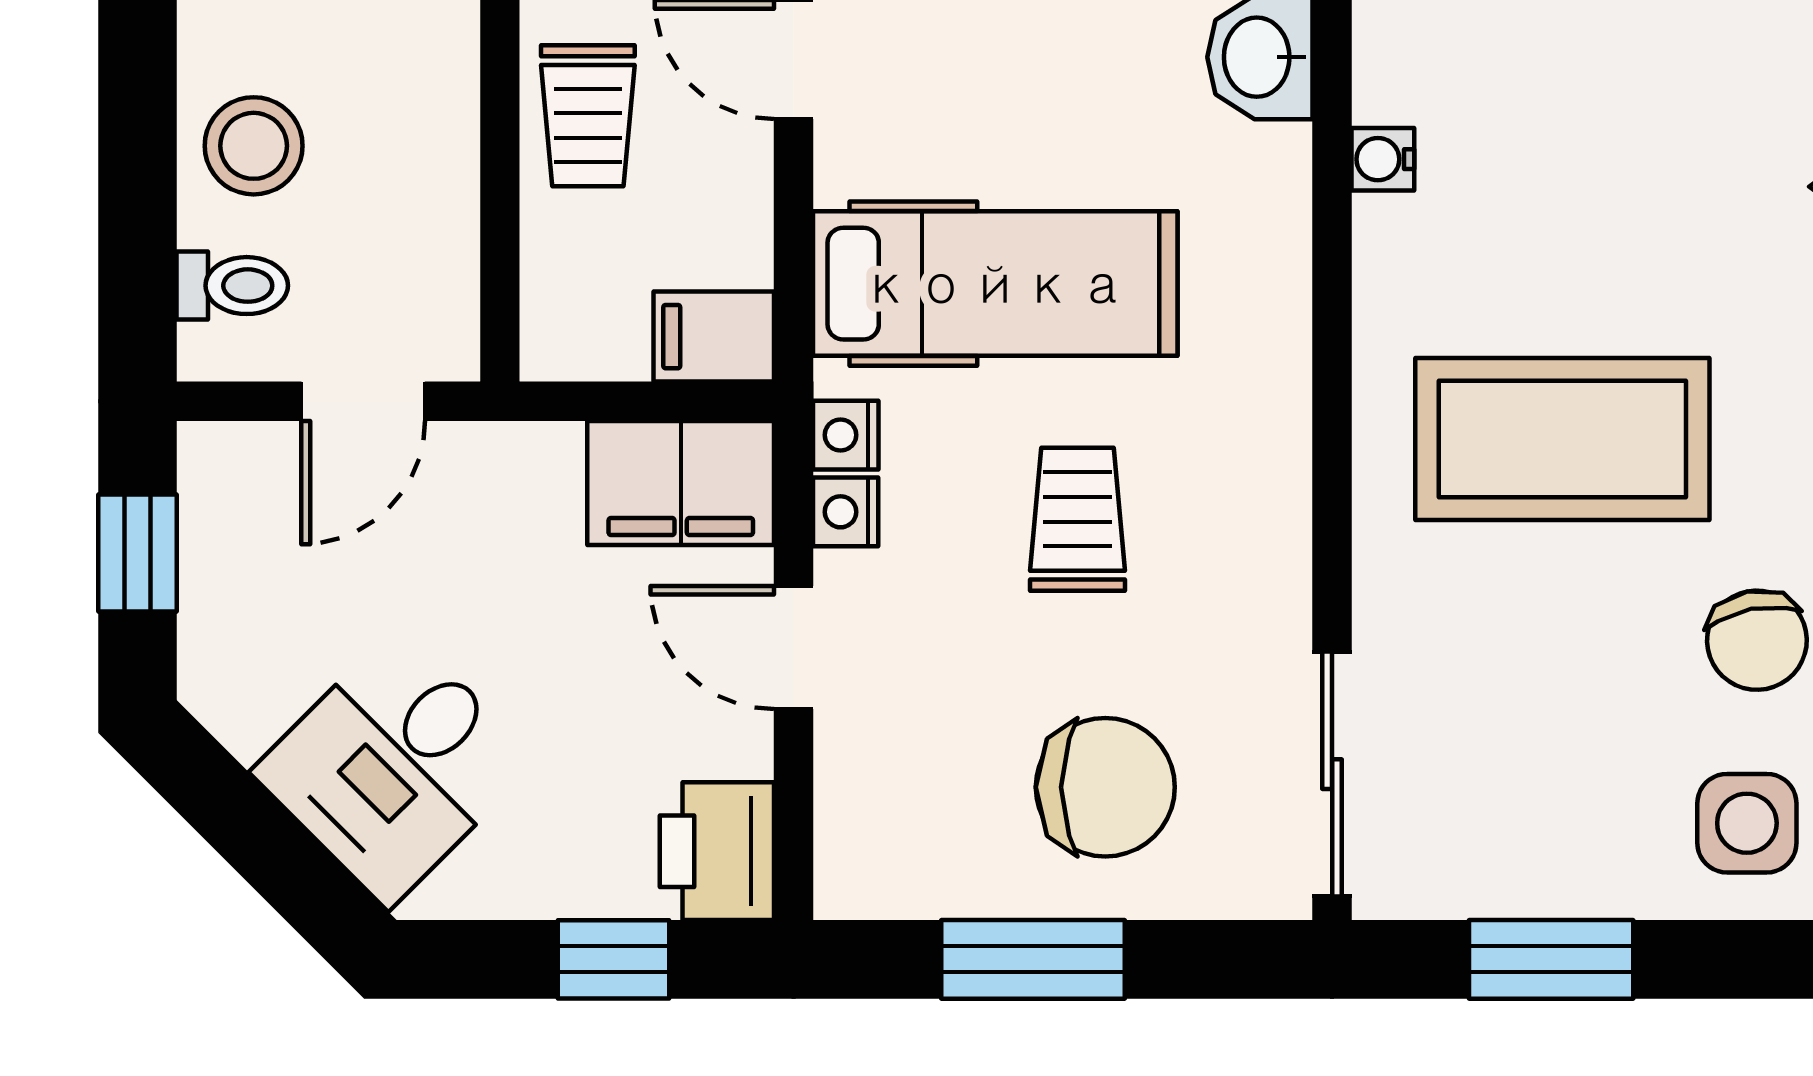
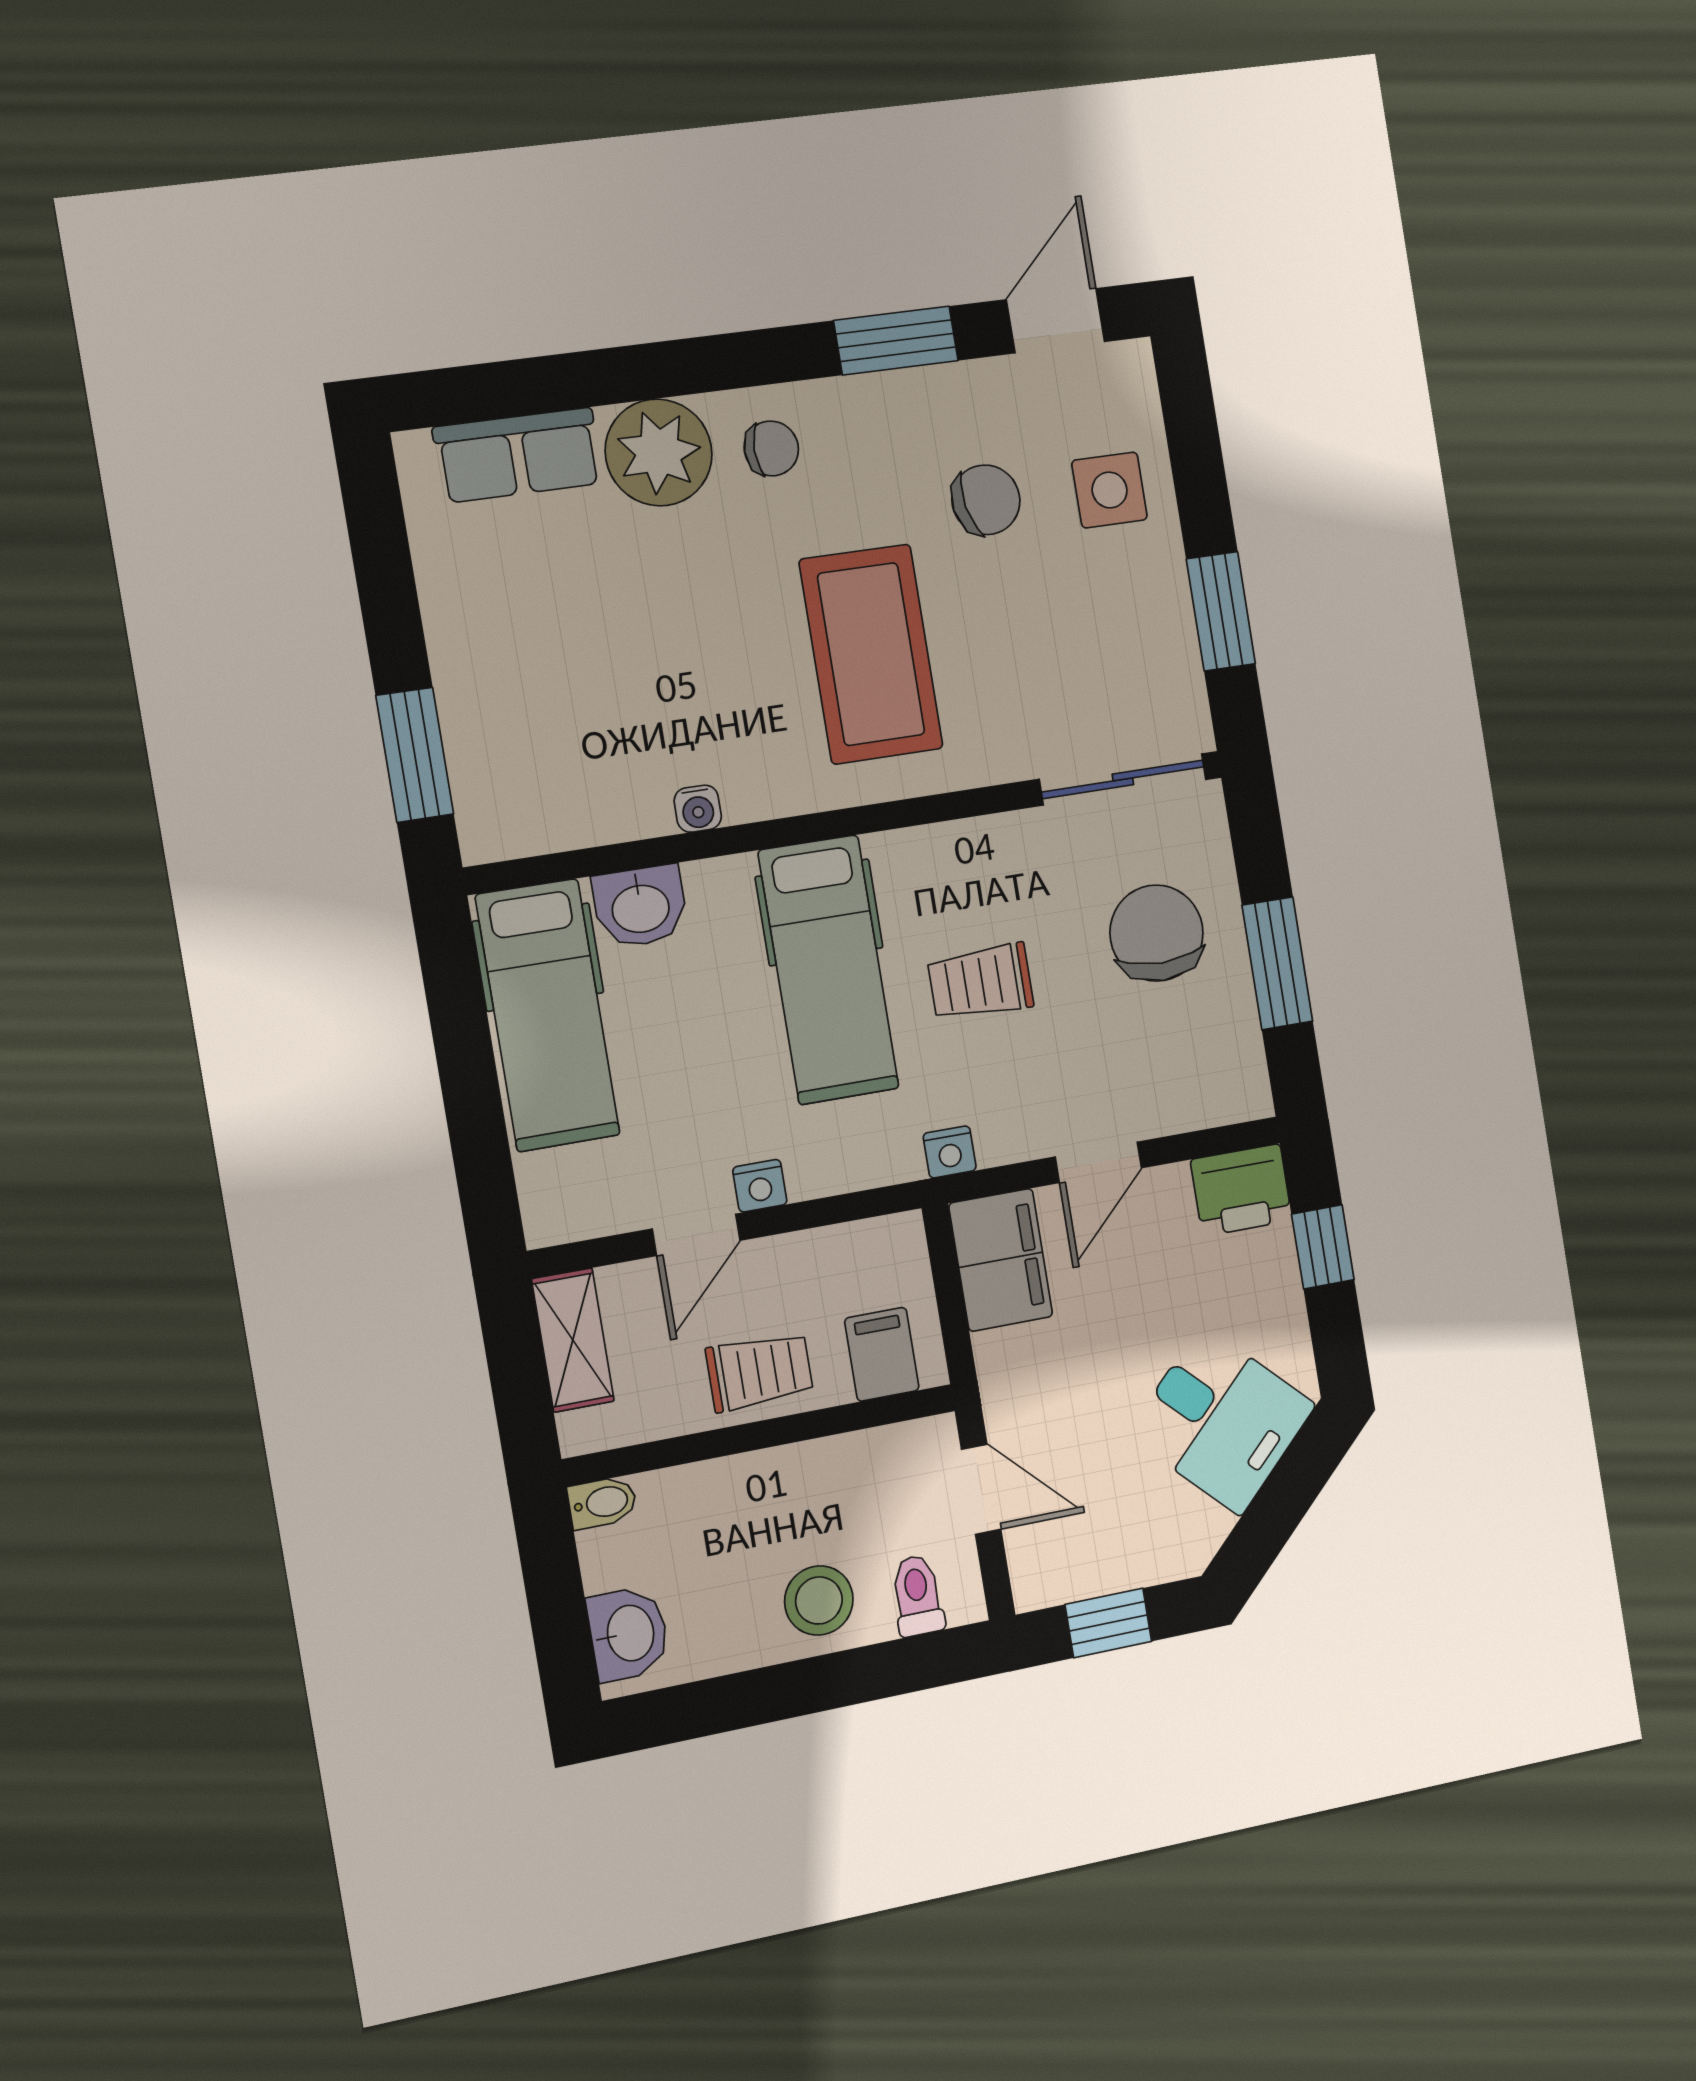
hospital bed: (995, 284) -> (828, 970), moved, turned 180
filing cabinet: (714, 337) -> (882, 1354), moved, turned 180
nightstand: (846, 512) -> (760, 1186), moved

